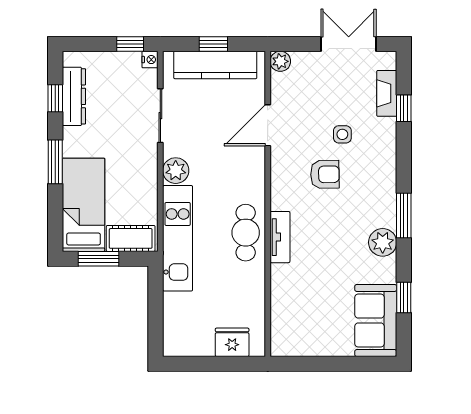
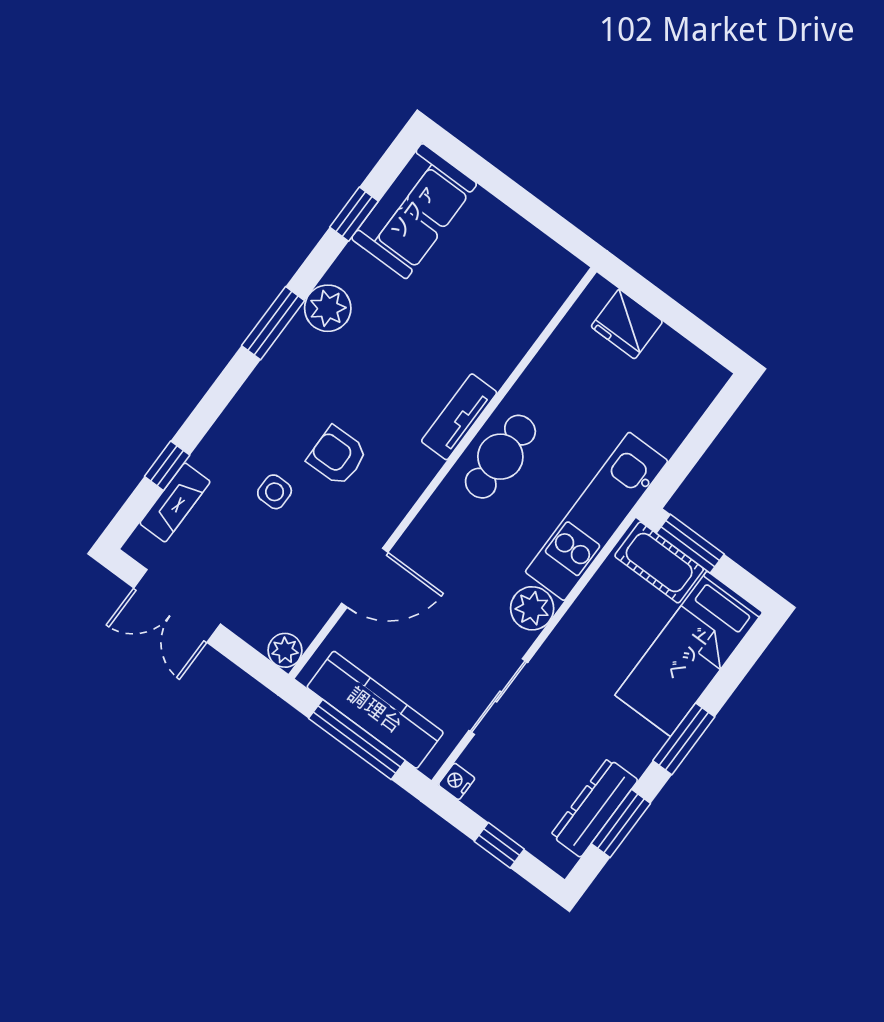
window: (130, 44) -> (499, 845), moved
window: (213, 44) -> (357, 740), width x2.17
window: (55, 98) -> (621, 823), width x1.50
window: (99, 259) -> (690, 544), moved

